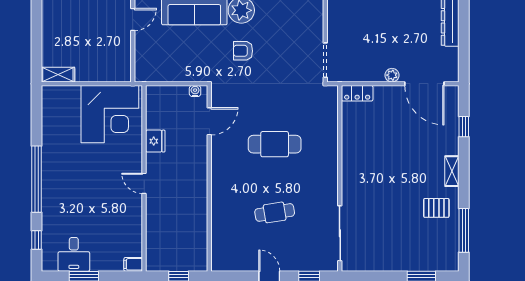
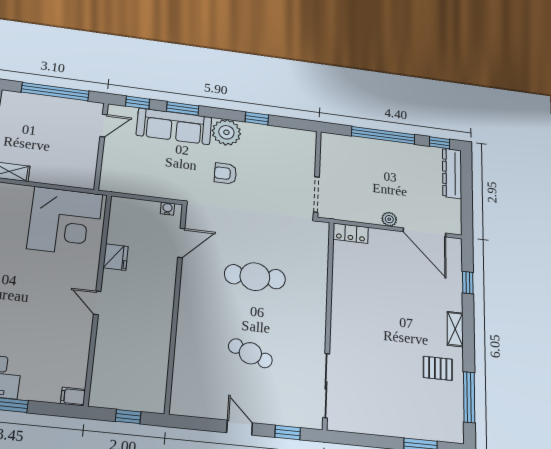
cafe table: (275, 212) -> (250, 353), turned 30

